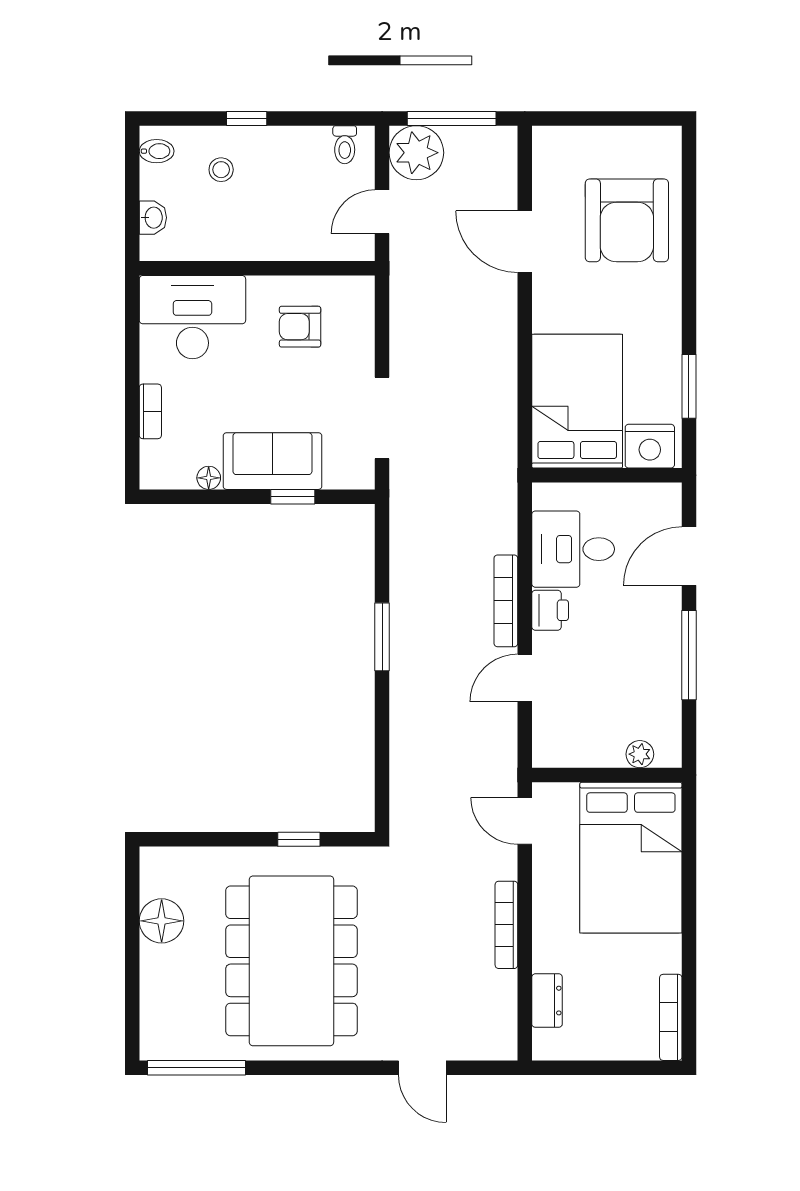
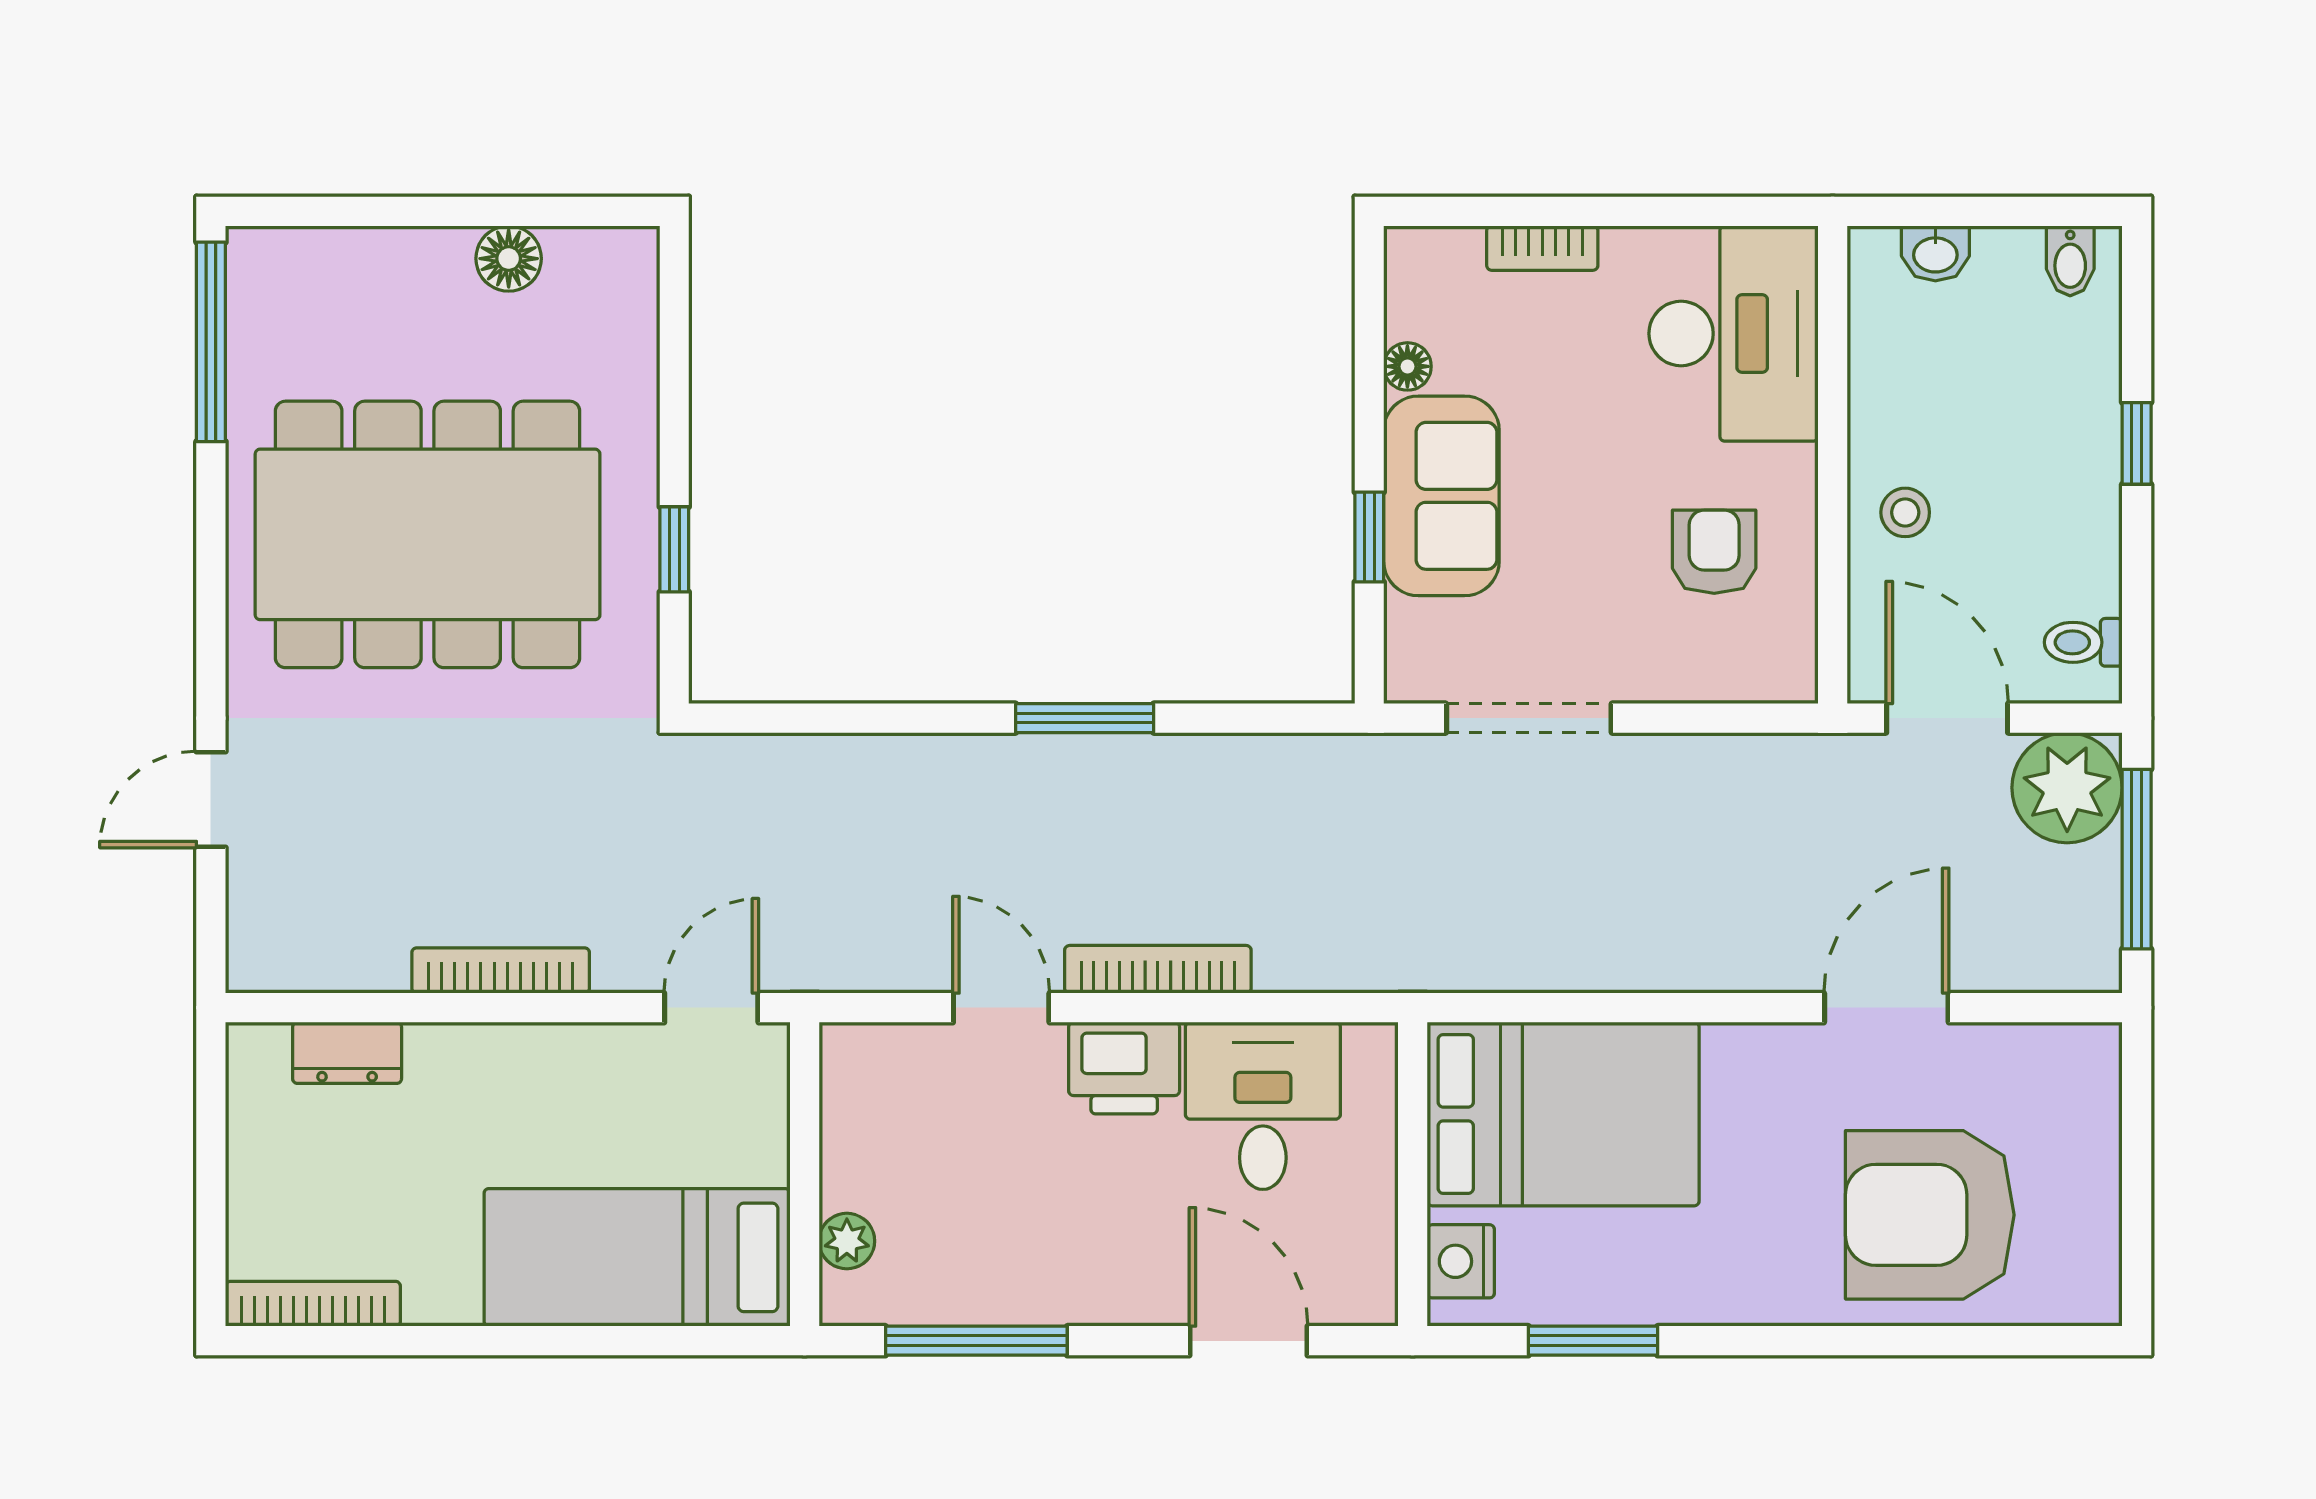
stool: (221, 170) -> (1905, 512), moved
door: (382, 212) -> (1947, 718), width x1.38
nightstand: (650, 446) -> (1461, 1261), width x0.74, depth x0.75
printer: (550, 610) -> (1124, 1068), width x1.36, depth x1.24
window: (689, 655) -> (976, 1341), moved
bed: (631, 858) -> (637, 1257), width x0.67
floor lamp: (162, 921) -> (509, 259), width x0.73, depth x0.73

